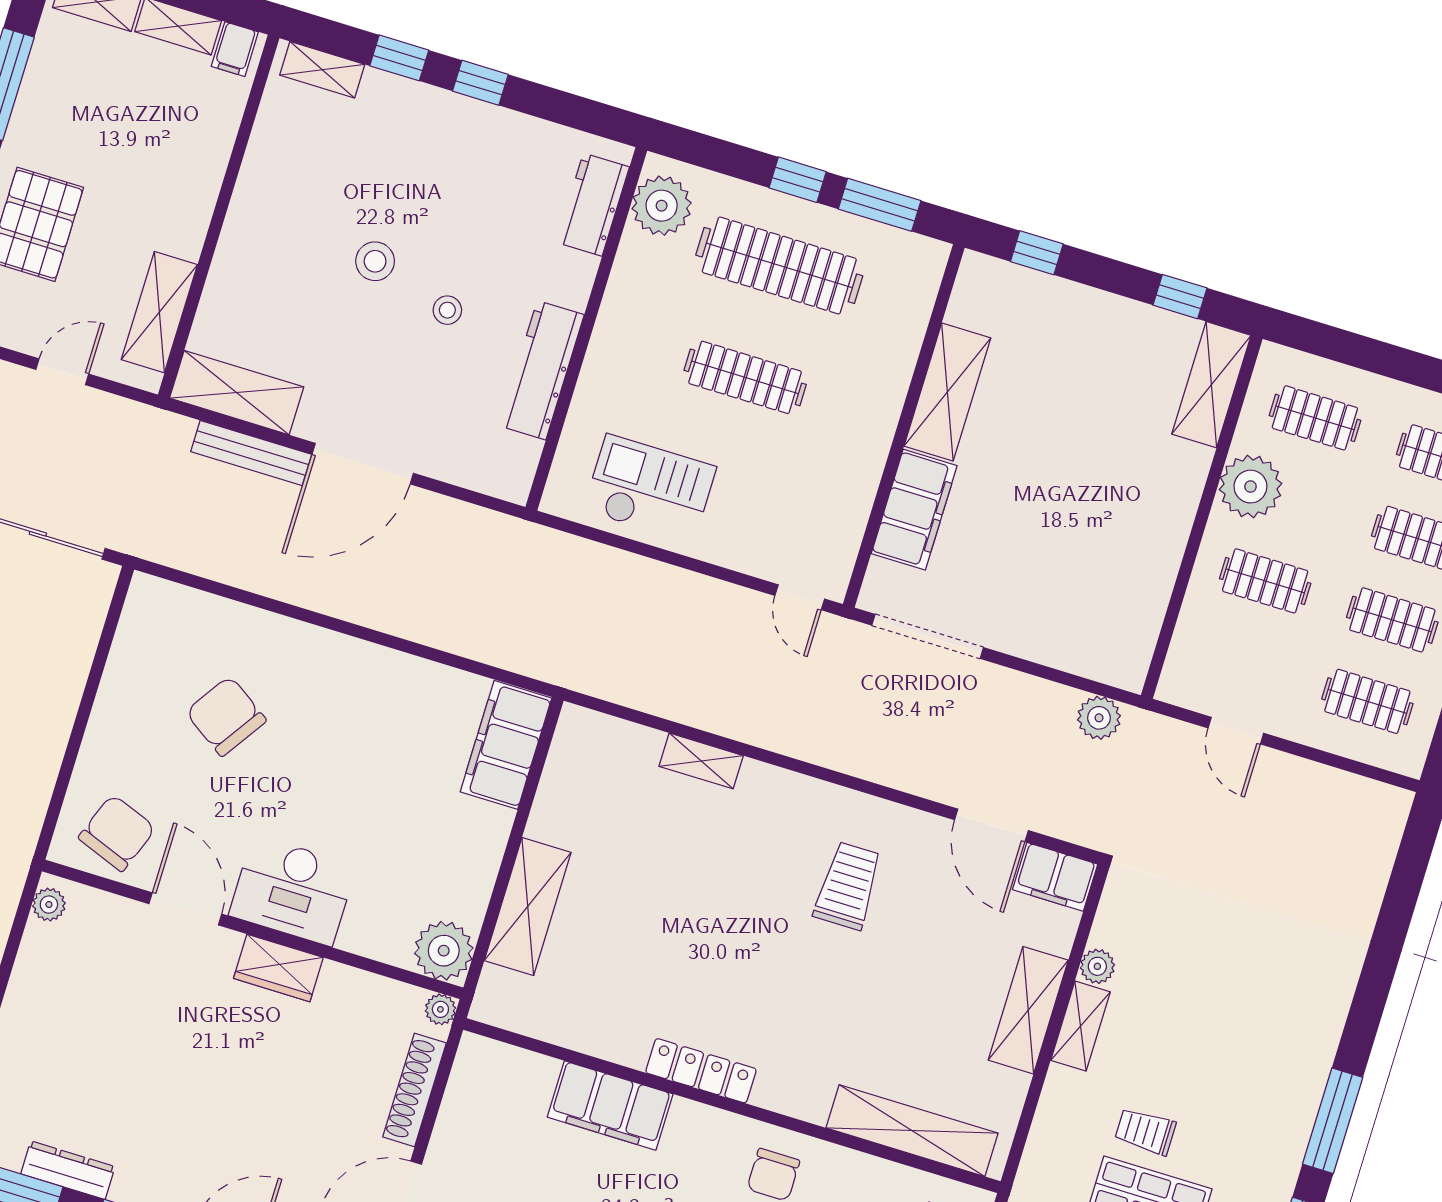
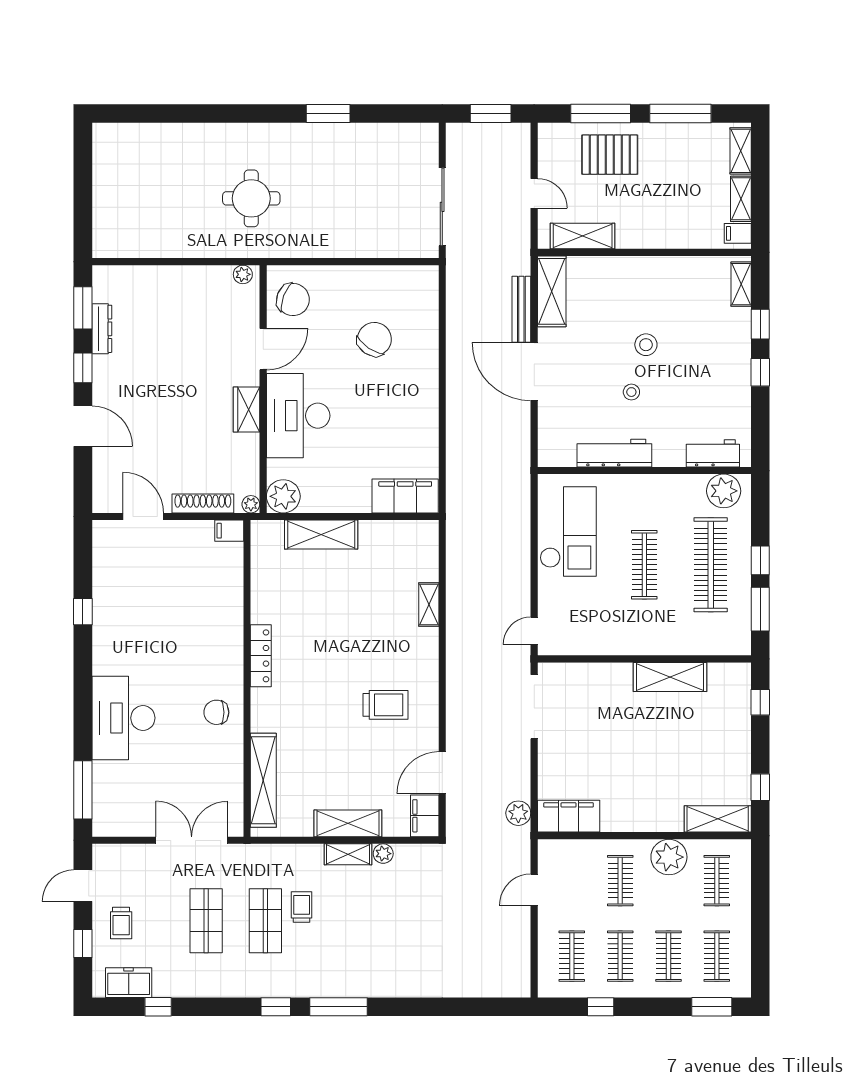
checkout: (650, 489) -> (568, 532), width x1.36, depth x1.21
filing cabinet: (914, 510) -> (569, 816), moved, turned 180
desk: (293, 890) -> (298, 416), width x1.36, depth x1.30
filing cabinet: (610, 1106) -> (229, 531), moved, width x0.33, depth x0.86

